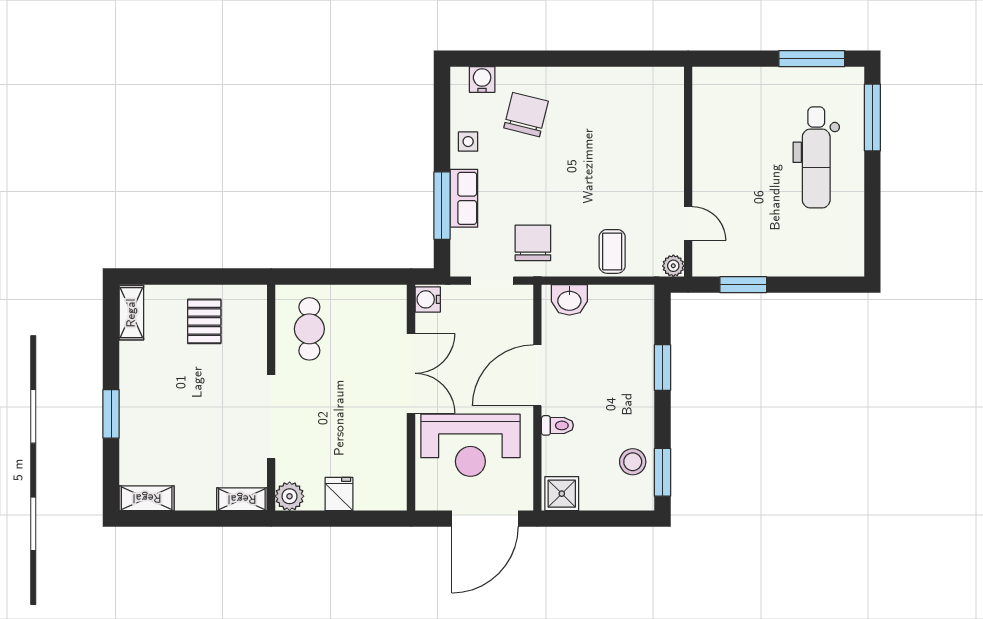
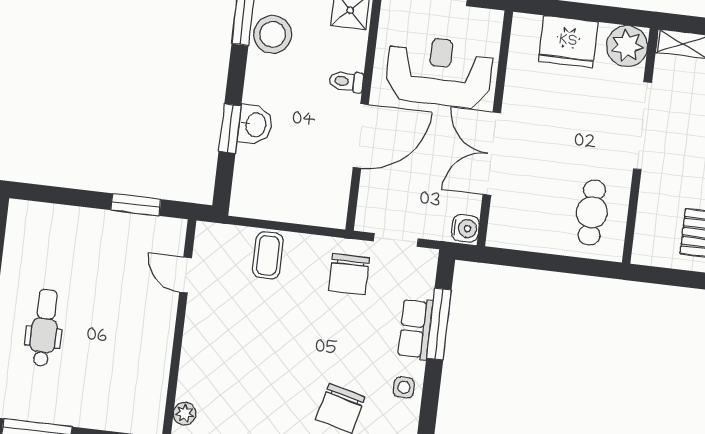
dental chair: (816, 157) -> (44, 328), width x0.73, depth x0.72
plant: (673, 266) -> (185, 414), moved
washbasin: (569, 300) -> (255, 125), moved, turned 90
stool: (633, 462) -> (273, 34), width x1.38, depth x1.38
fridge: (339, 494) -> (568, 42), width x1.88, depth x1.34
plant: (290, 496) -> (627, 46), width x1.36, depth x1.36

